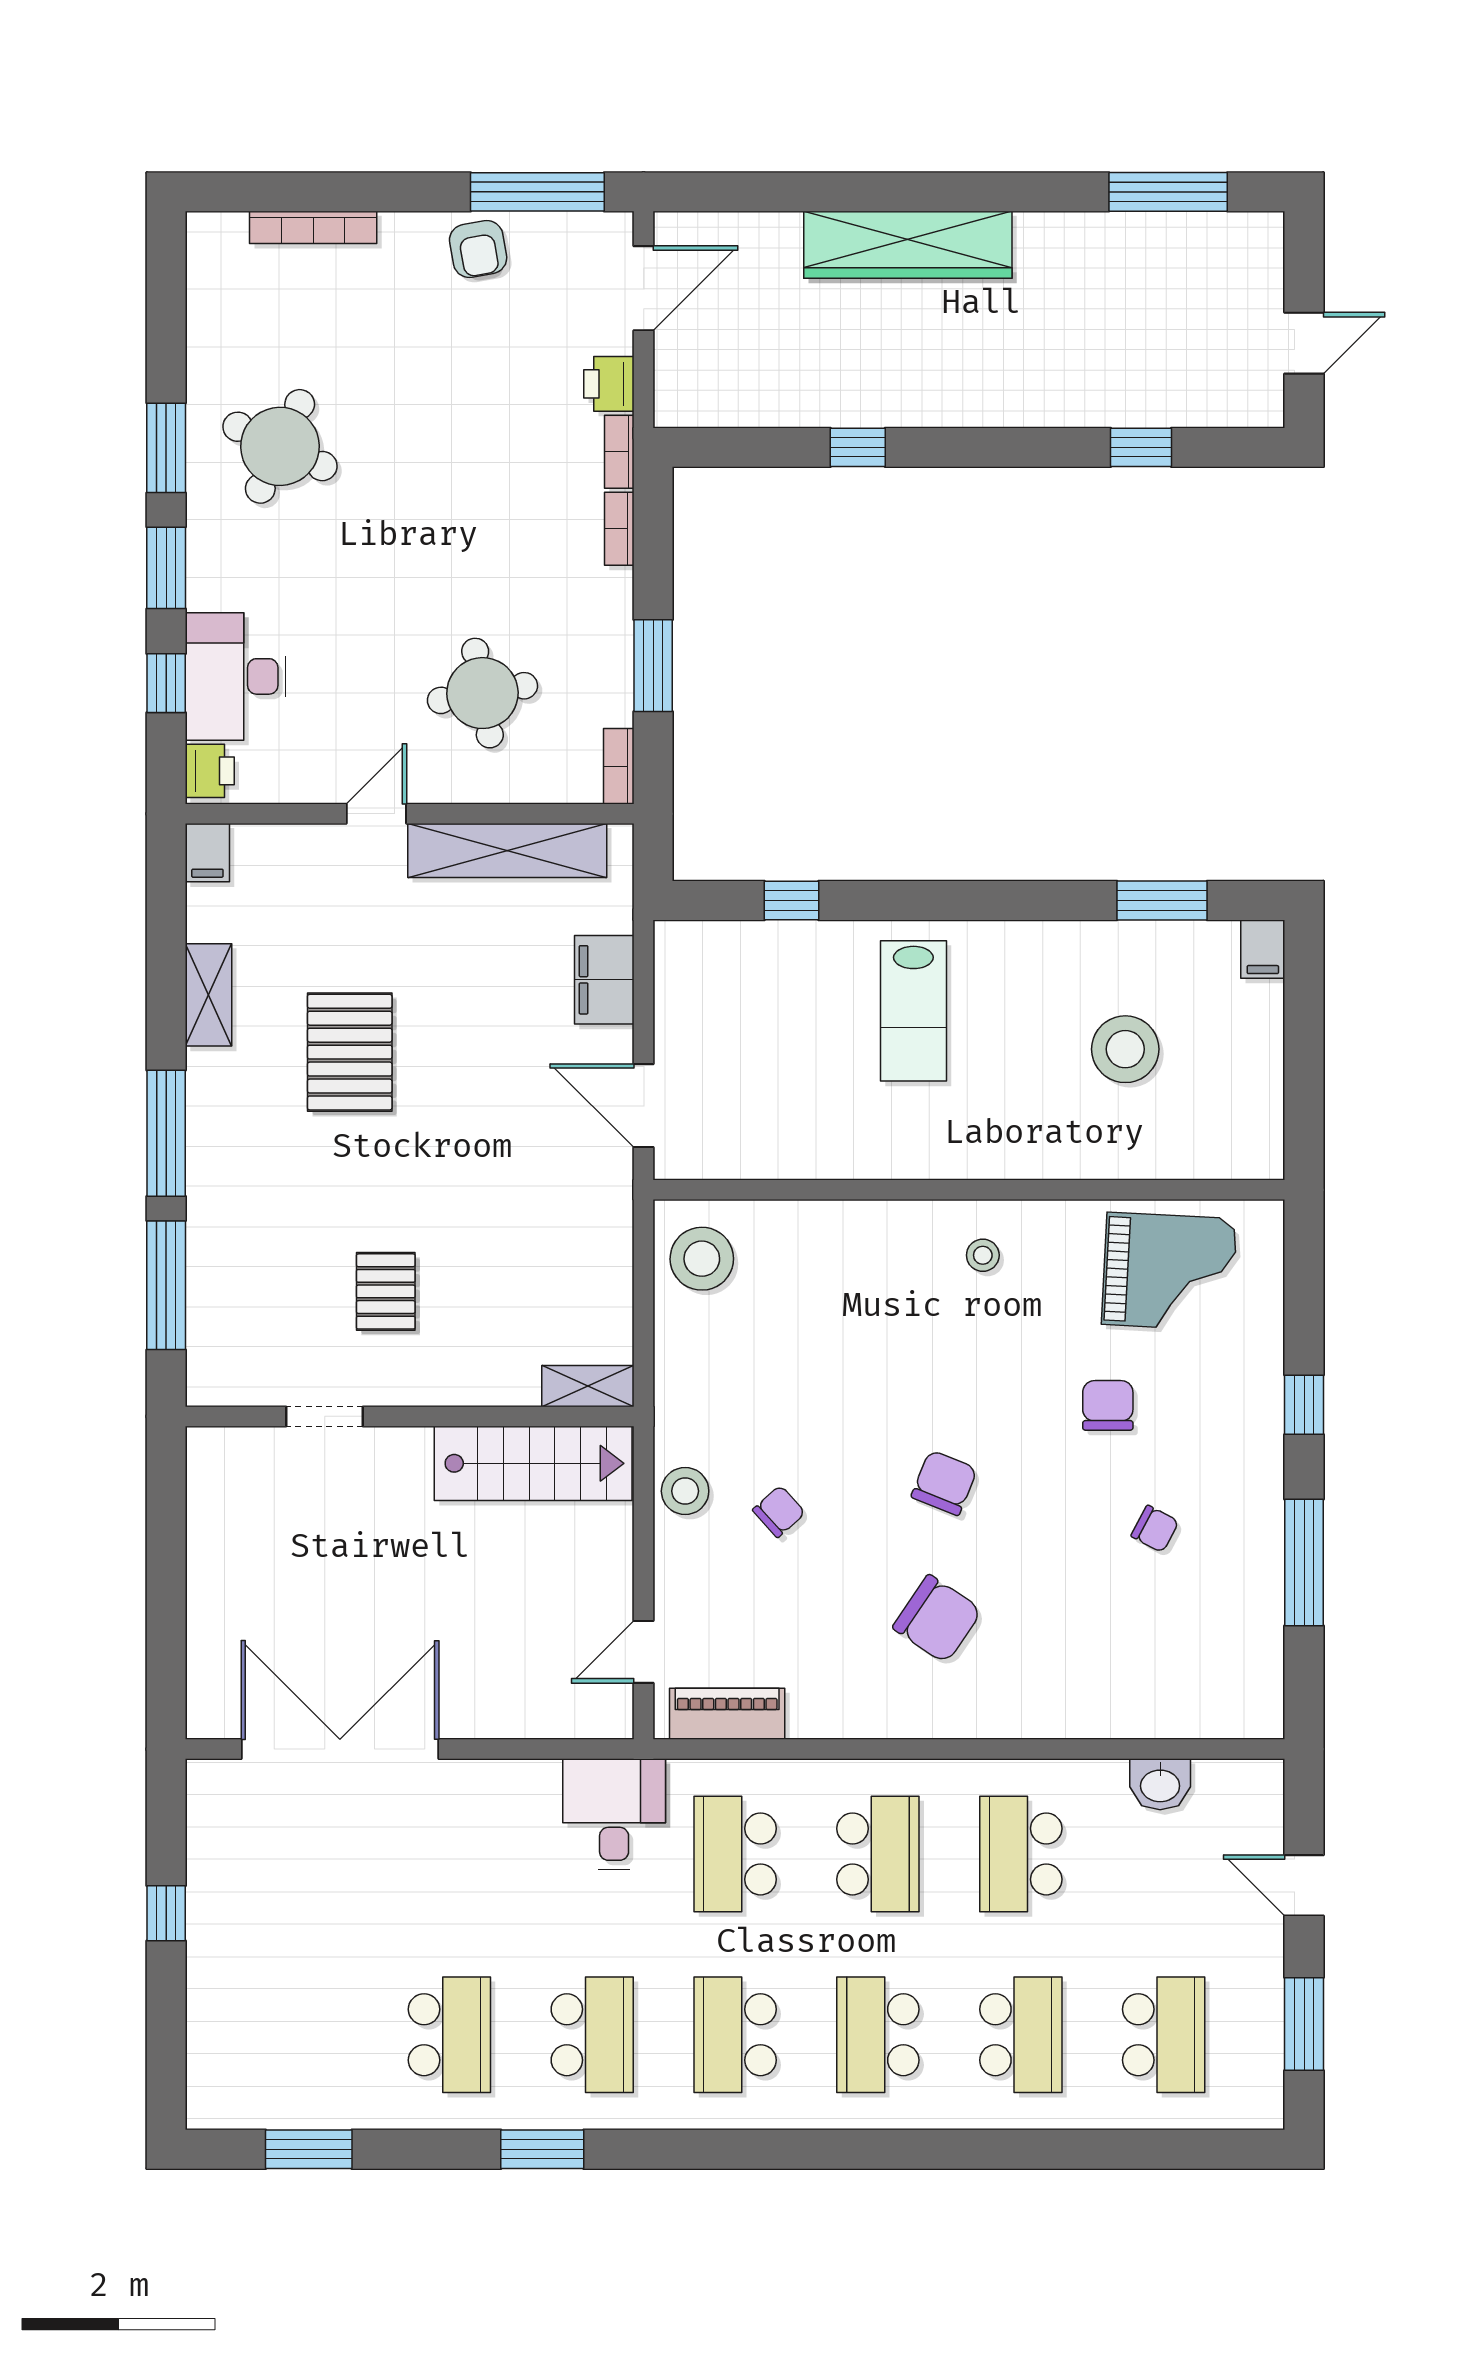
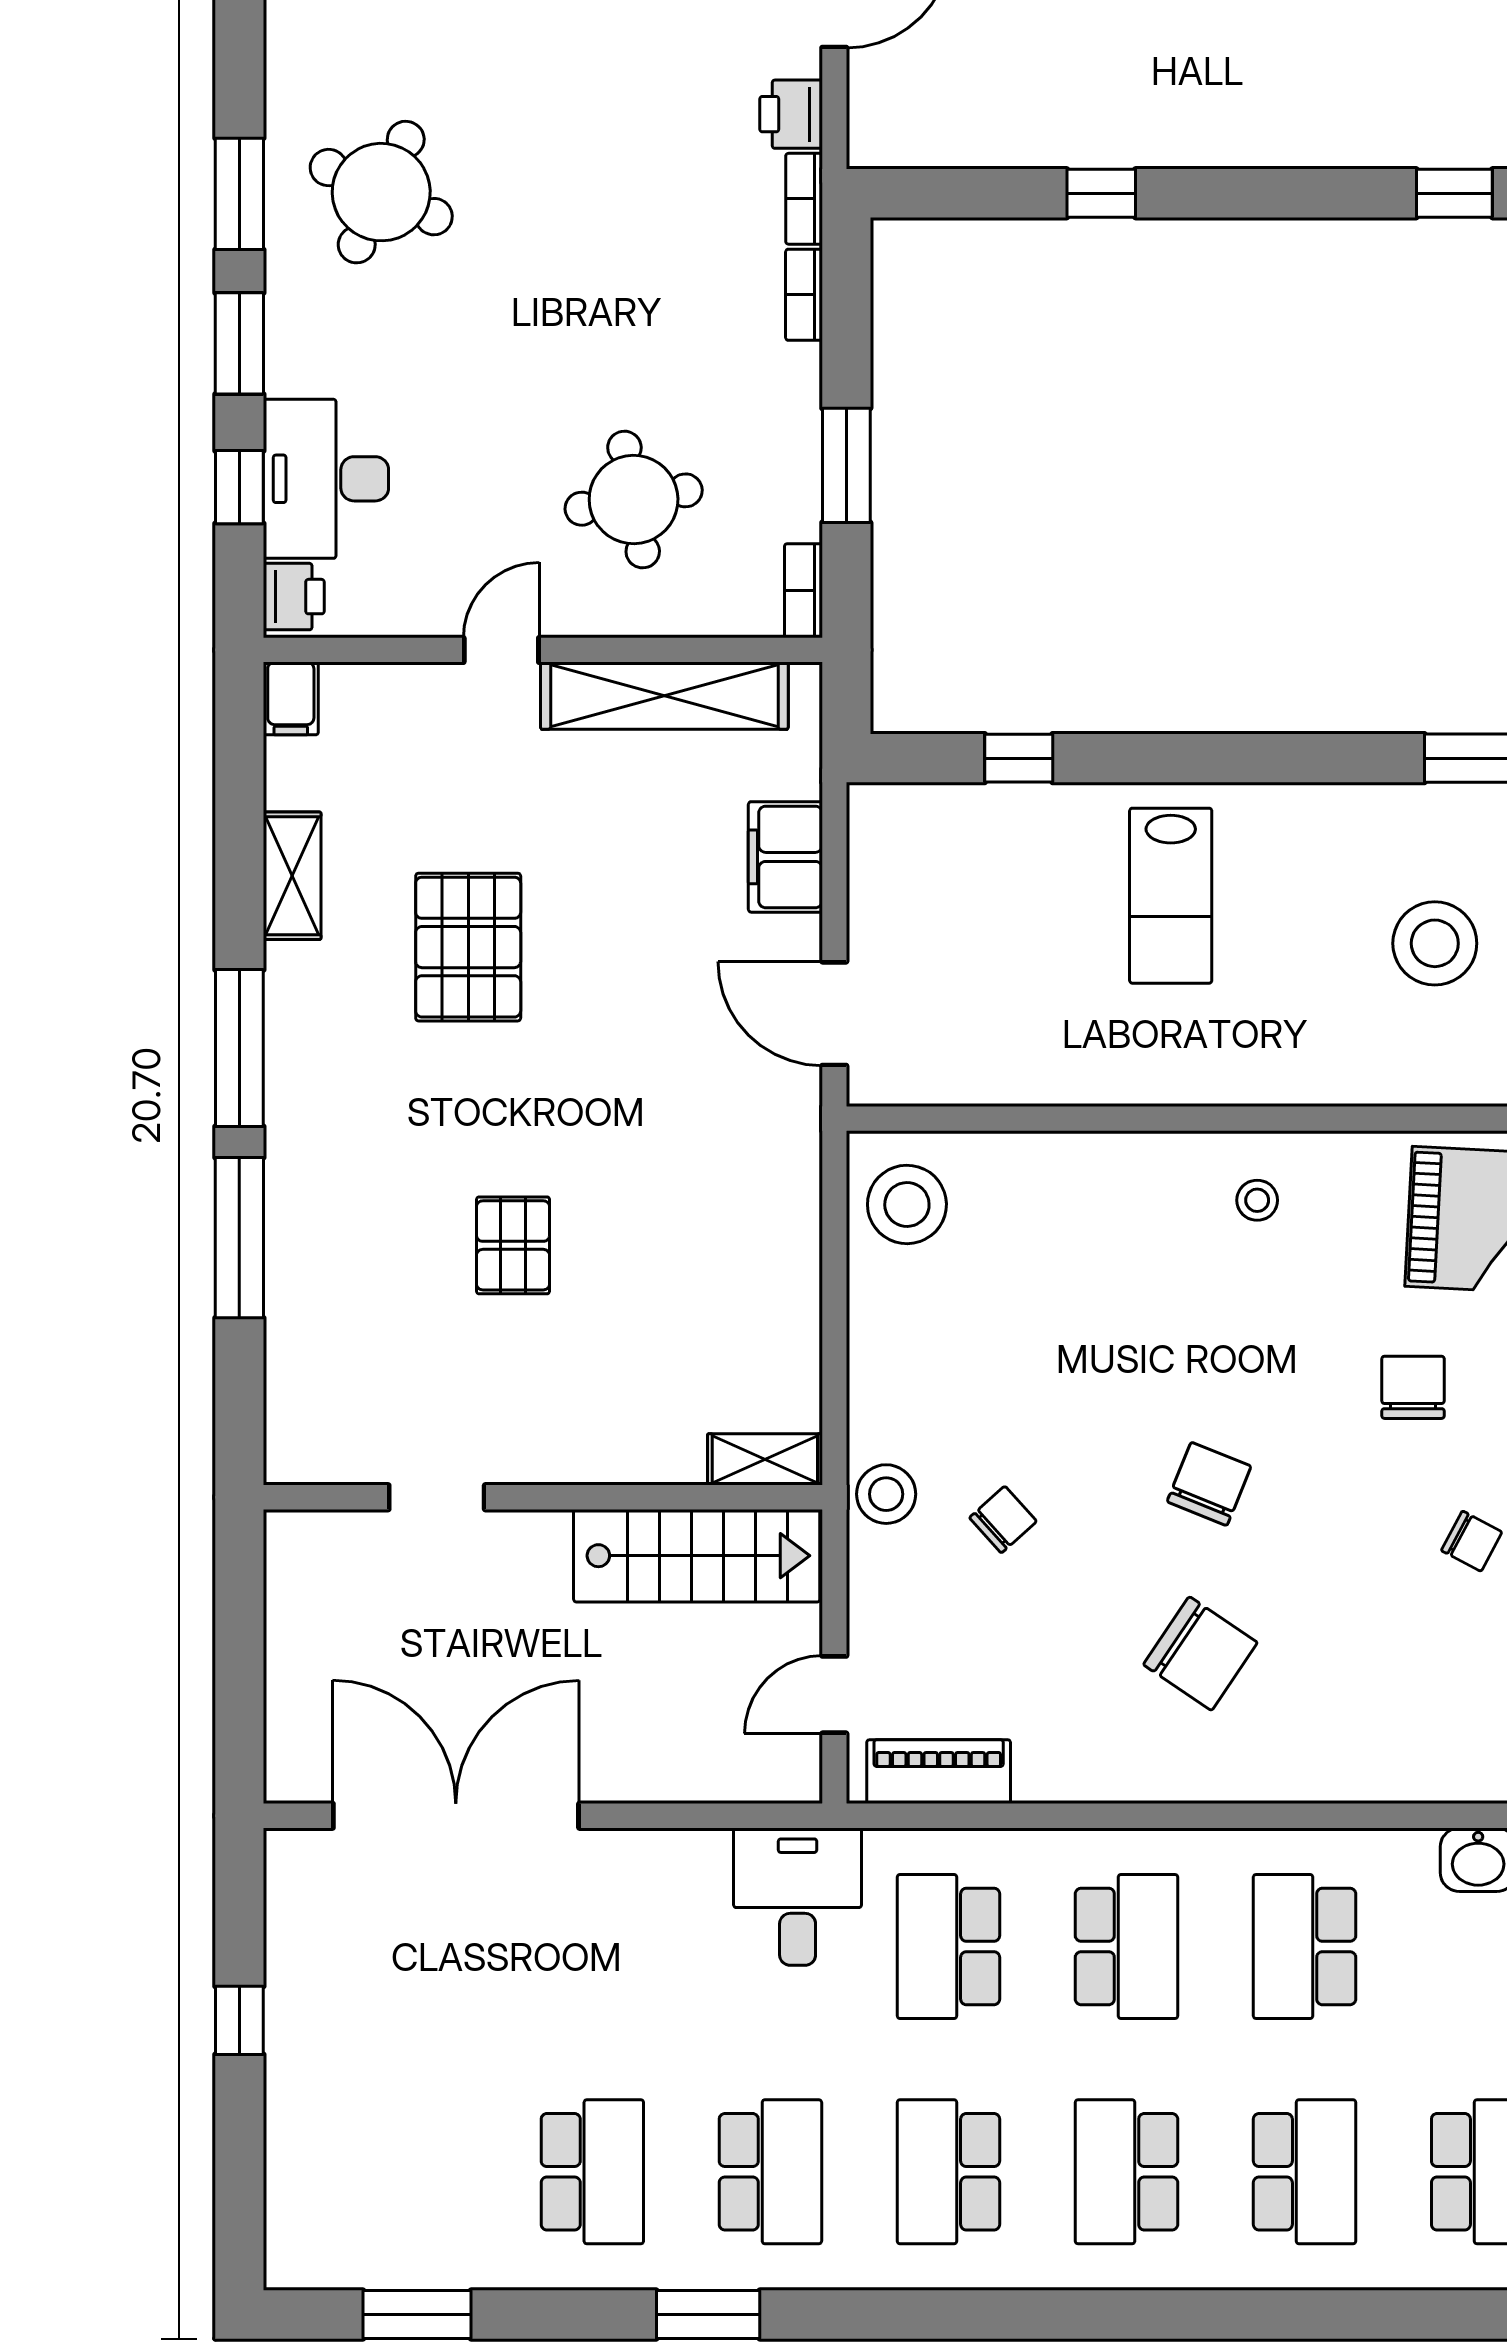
shelving: (588, 1386) -> (765, 1459), moved
doorway: (324, 1416) -> (437, 1497), moved
wall: (410, 1416) -> (543, 1497), moved
stairs: (533, 1463) -> (697, 1556), moved

